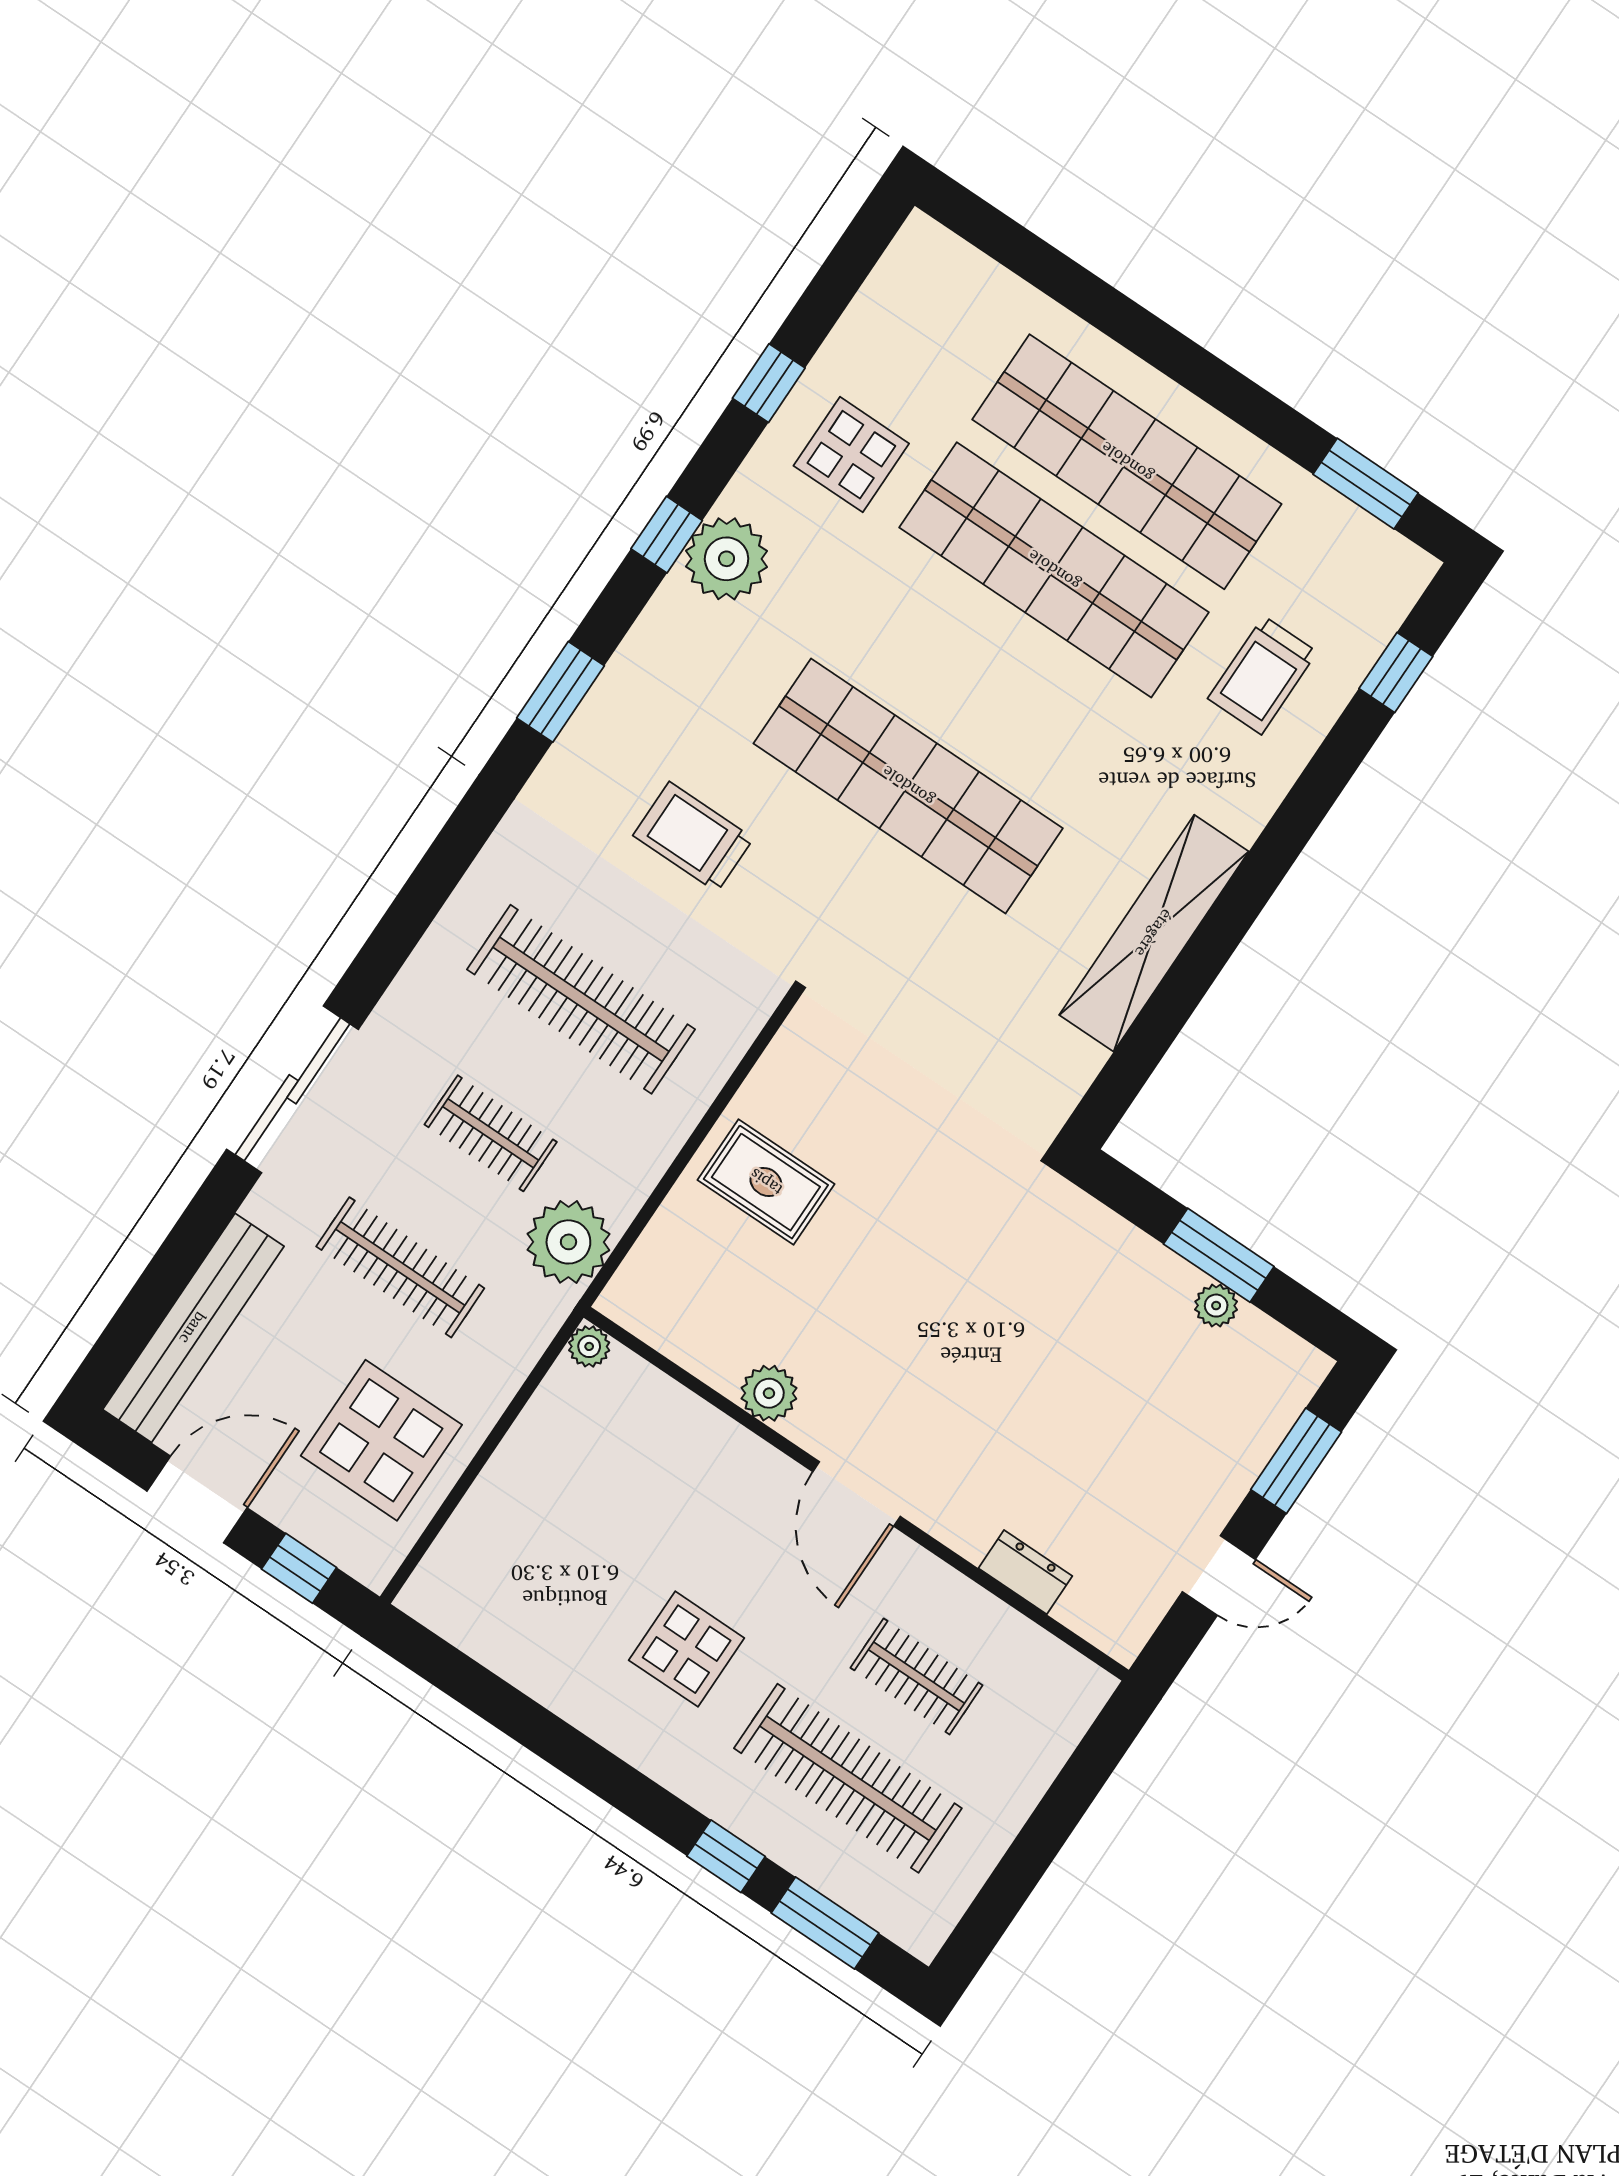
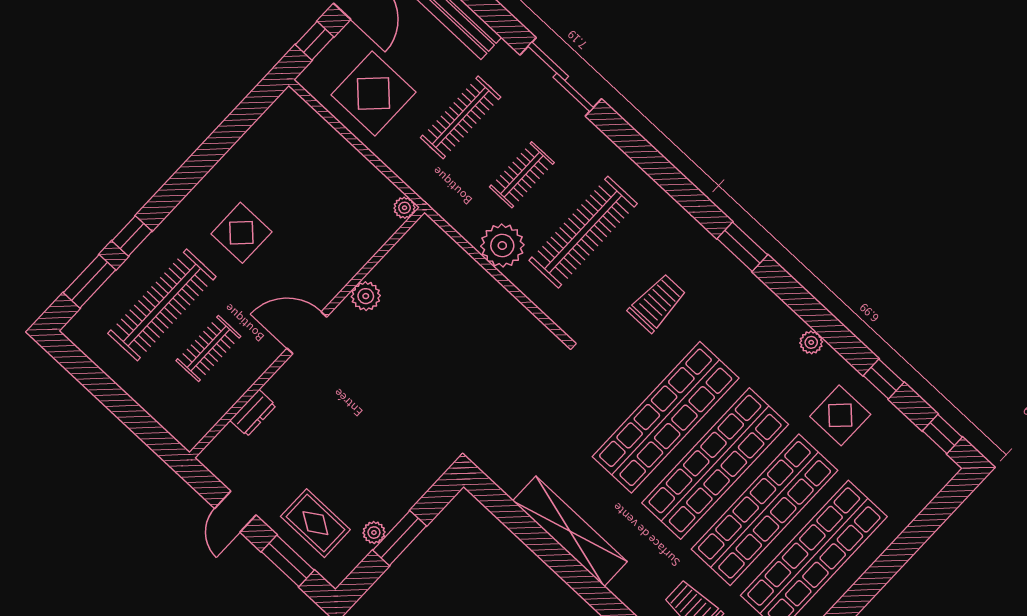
window: (667, 535) -> (942, 434), moved
plant: (727, 559) -> (811, 342), width x0.53, depth x0.53
shop shelf: (981, 678) -> (715, 464), added
rug: (766, 1182) -> (315, 523), moved, turned 90
plant: (568, 1242) -> (502, 246), moved

